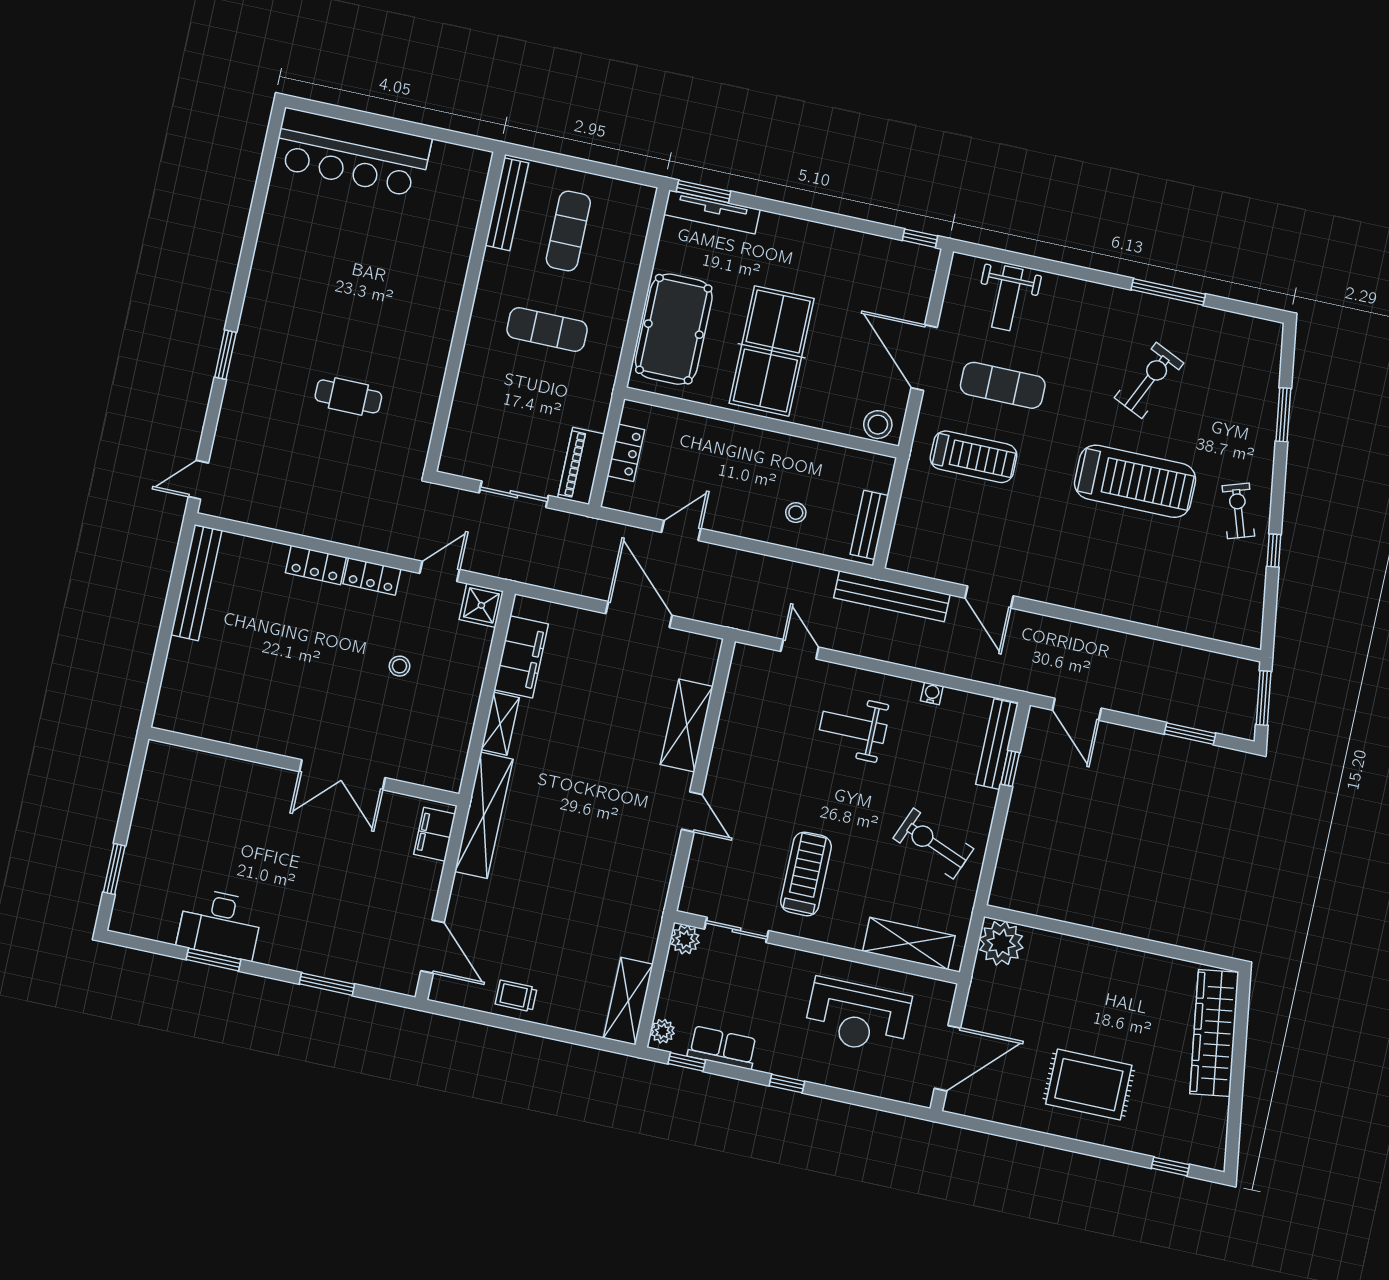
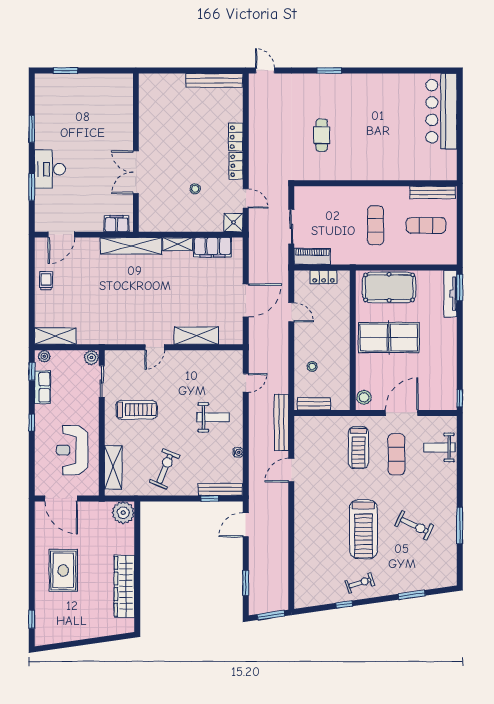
weight bench: (853, 727) -> (213, 417), turned 90
desk: (220, 924) -> (50, 169), moved
wardrobe: (1214, 1033) -> (124, 586), moved, turned -82

